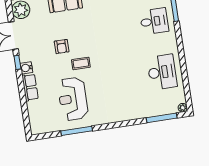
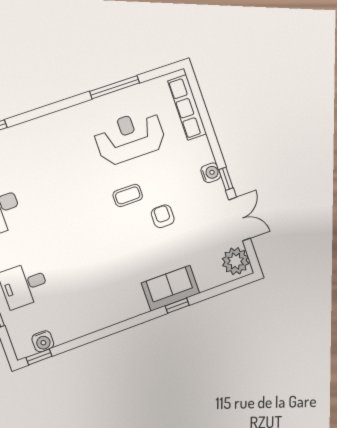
row of seats: (30, 87) -> (187, 107), moved, width x1.48
reception desk: (73, 99) -> (130, 137), turned -90

